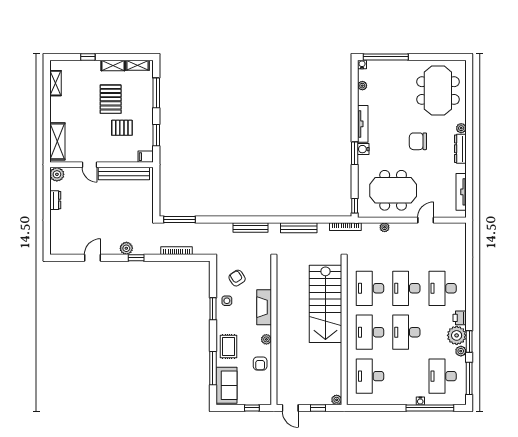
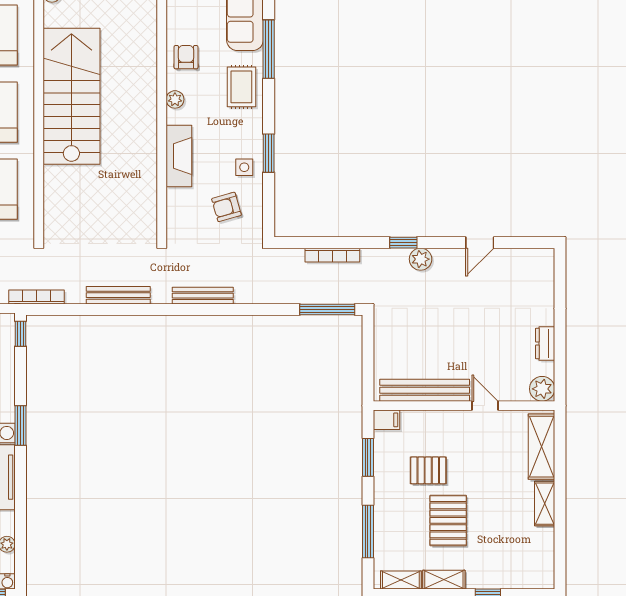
shelving: (56, 83) -> (545, 504), moved
armchair: (237, 278) -> (226, 207), turned 107
stairs: (325, 304) -> (71, 96), moved

